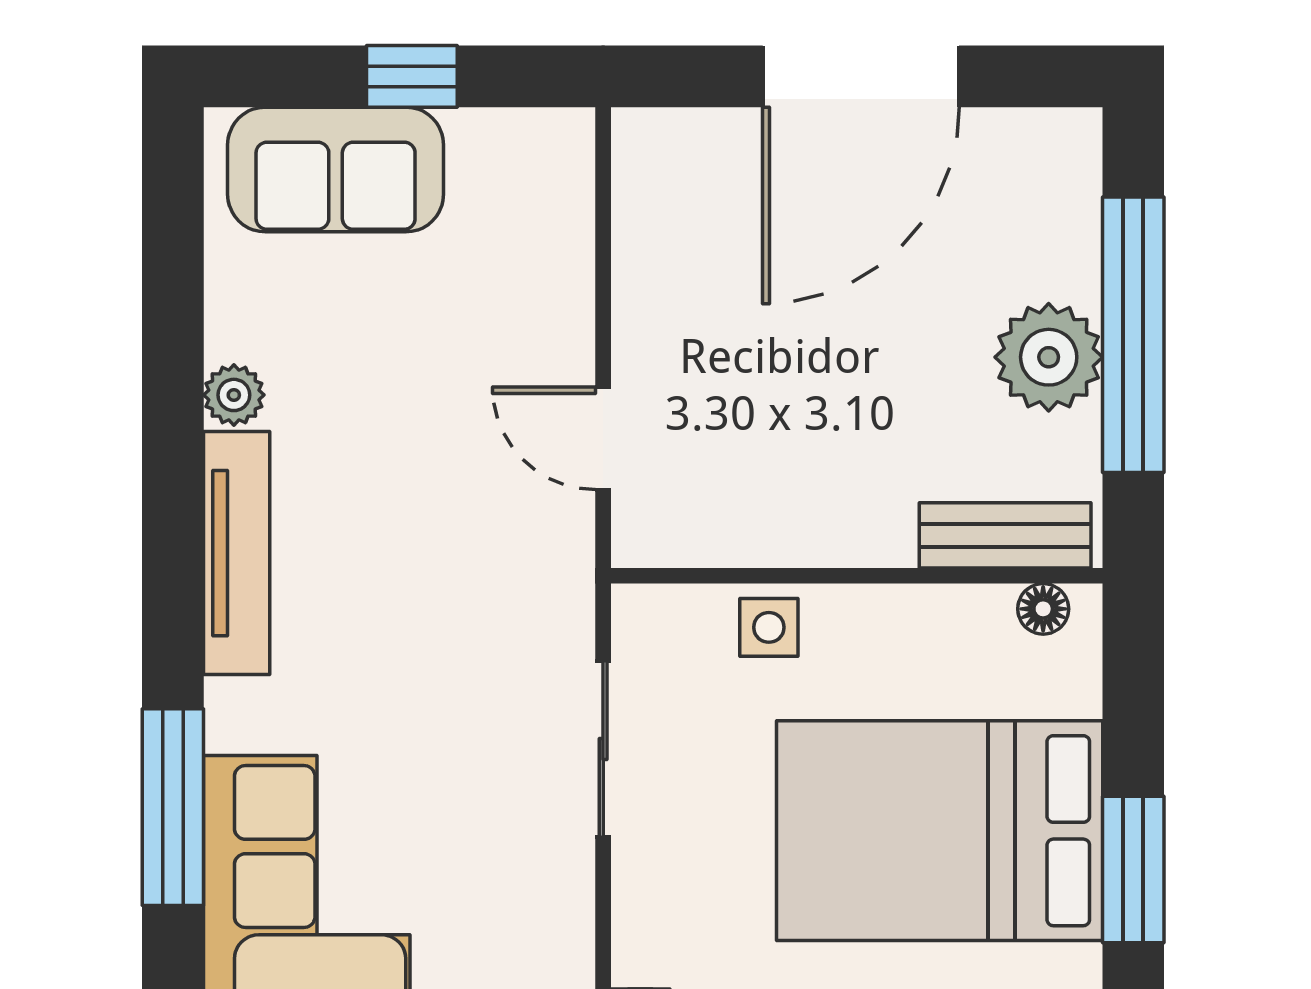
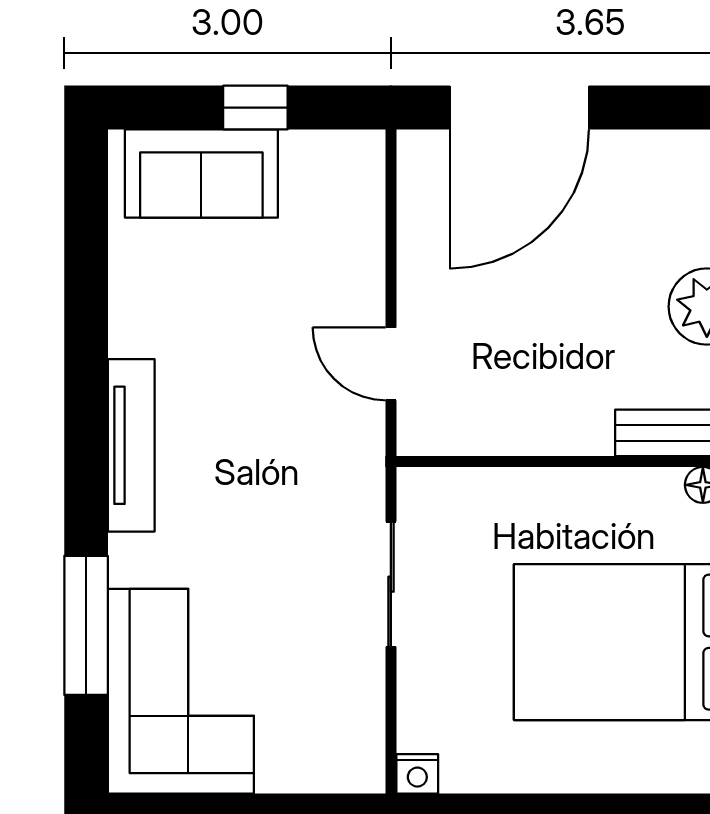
door: (861, 76) -> (519, 108), moved
plant: (234, 395) -> (129, 333), removed
side table: (769, 627) -> (508, 498), removed

